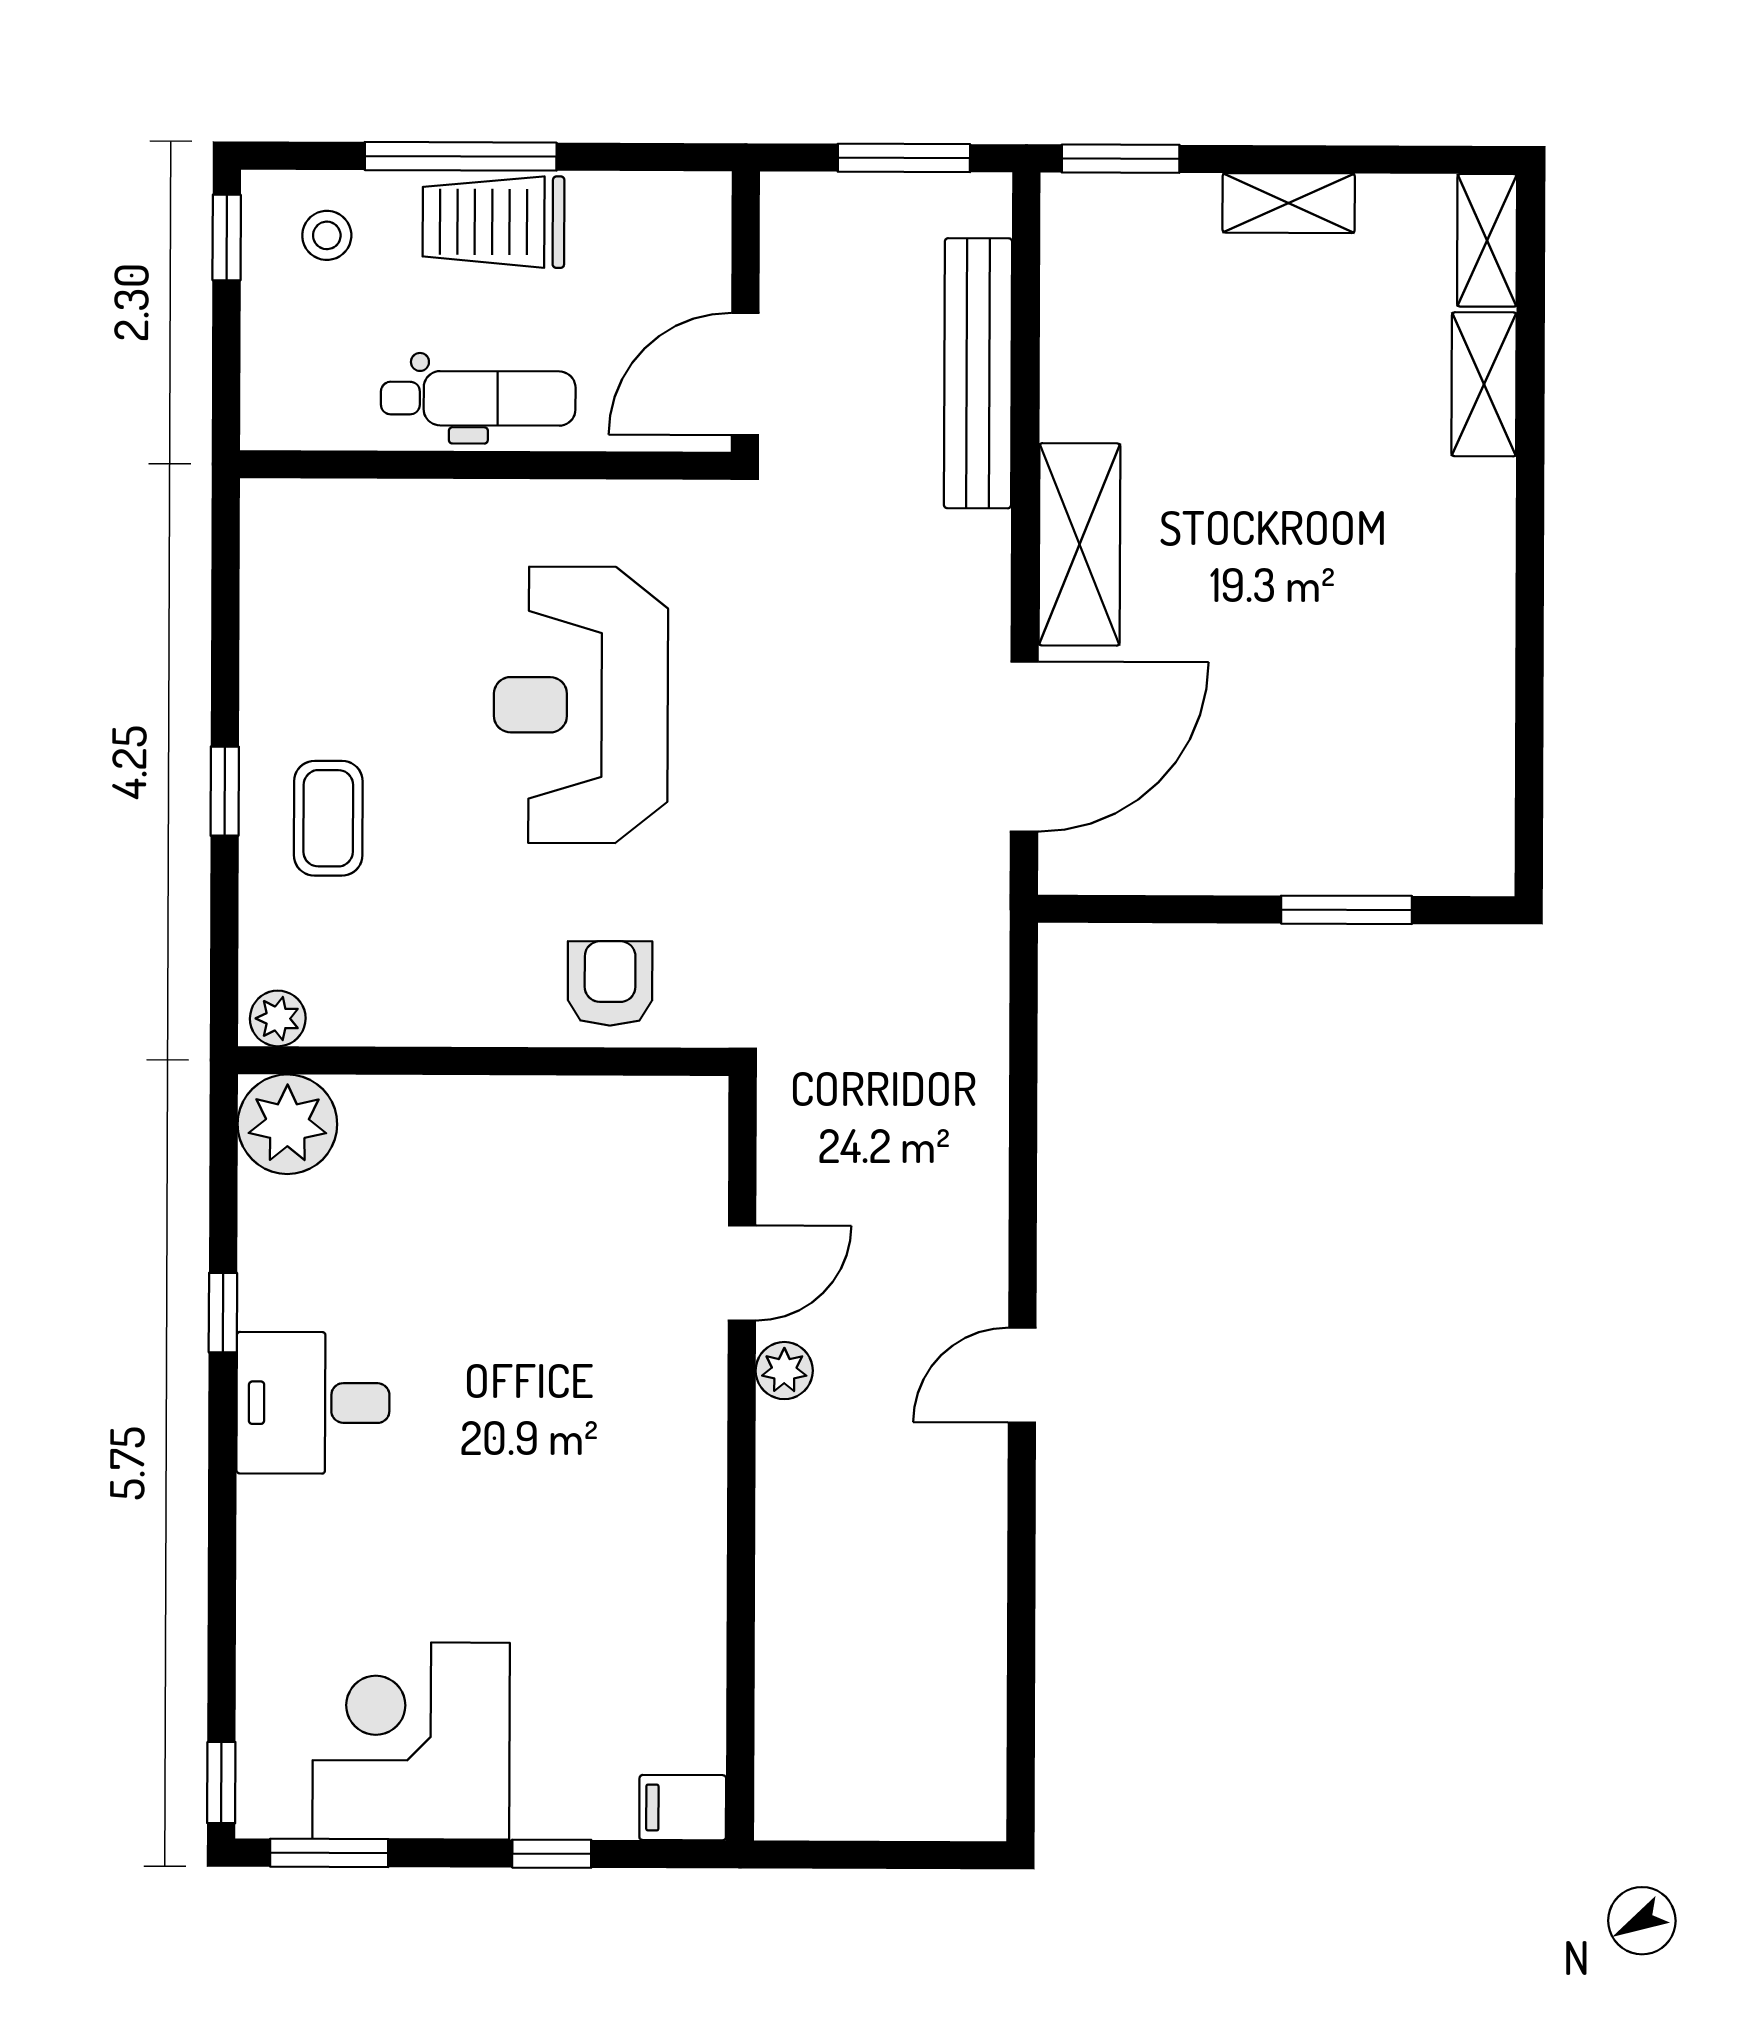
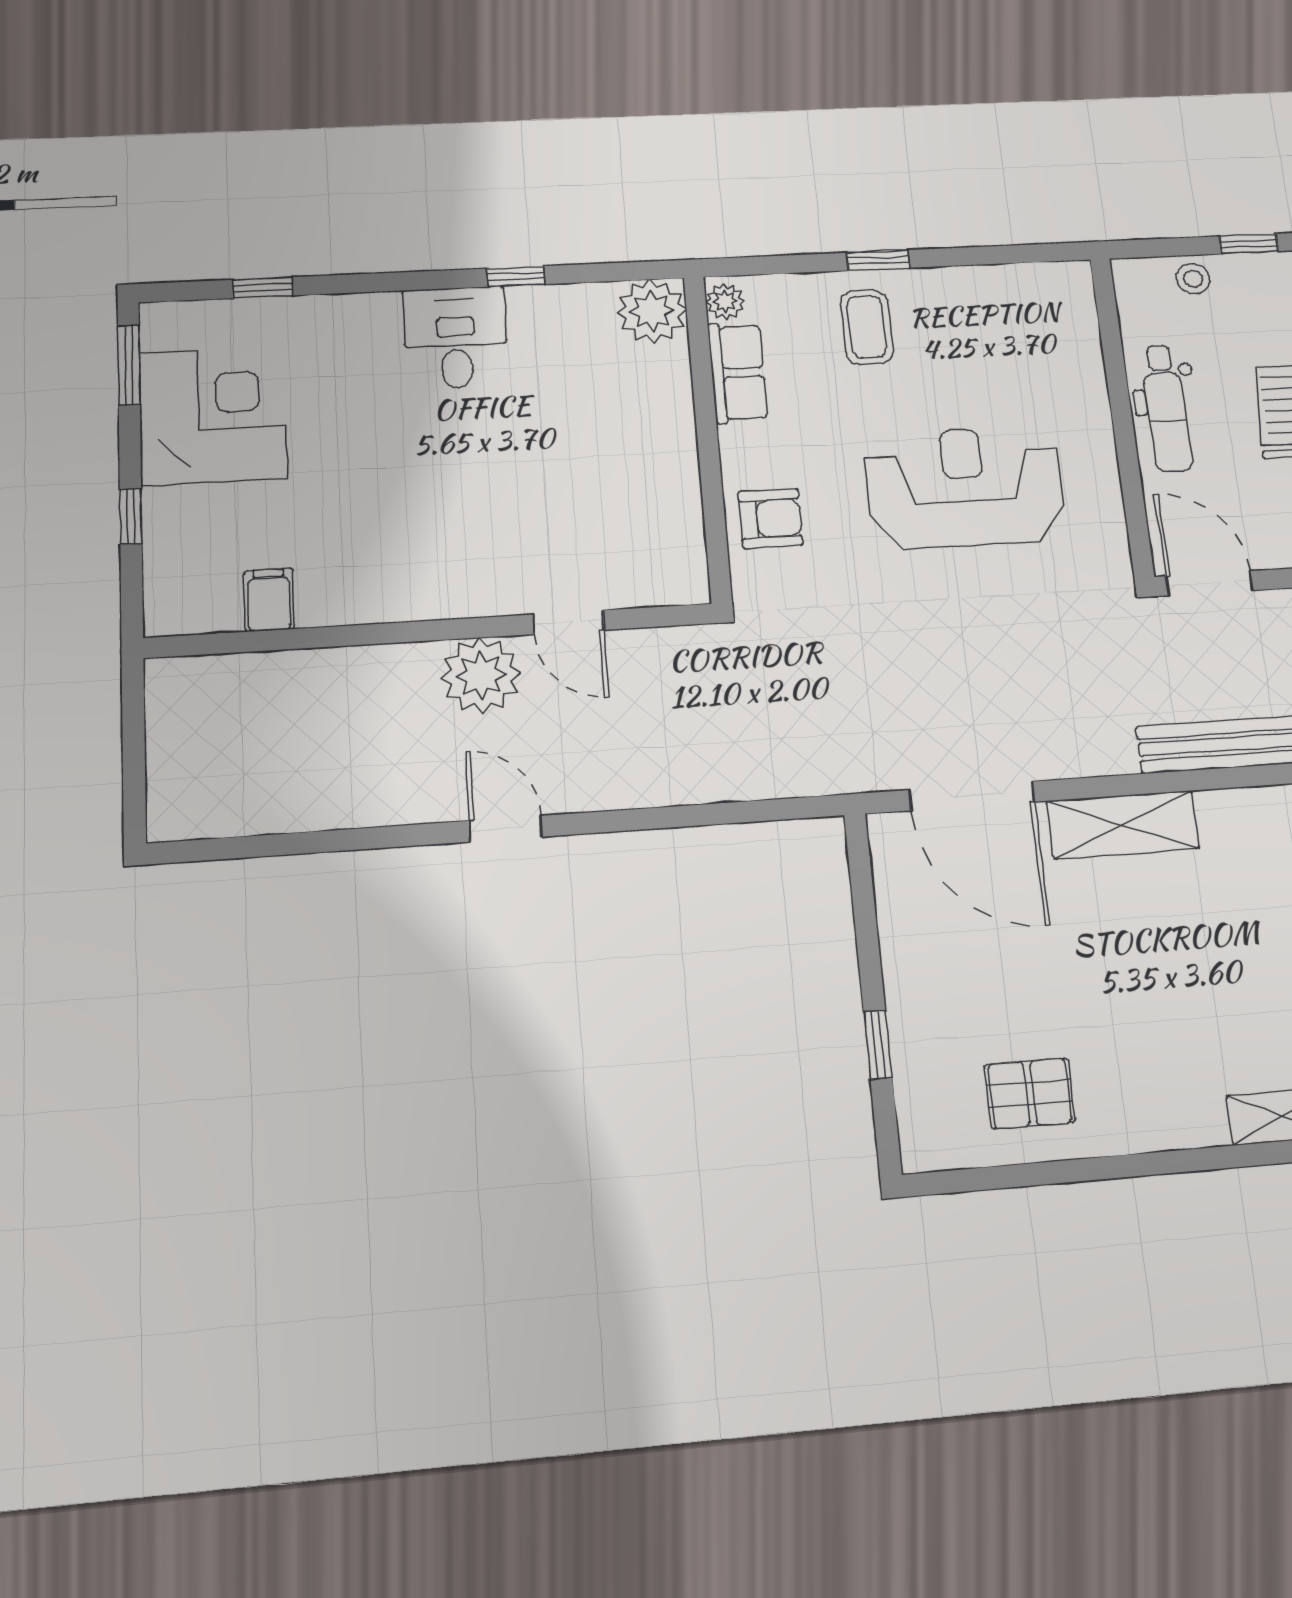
stool: (327, 235) -> (1193, 279), moved
pallet: (1426, 717) -> (1030, 1093), added
coffee table: (328, 818) -> (867, 327), turned 90
window: (1346, 910) -> (878, 1045), width x0.67
row of seats: (388, 1010) -> (738, 373), added
plant: (784, 1371) -> (481, 676), width x1.88, depth x1.88
window: (221, 1783) -> (263, 288), moved
filing cabinet: (683, 1808) -> (269, 600), moved

